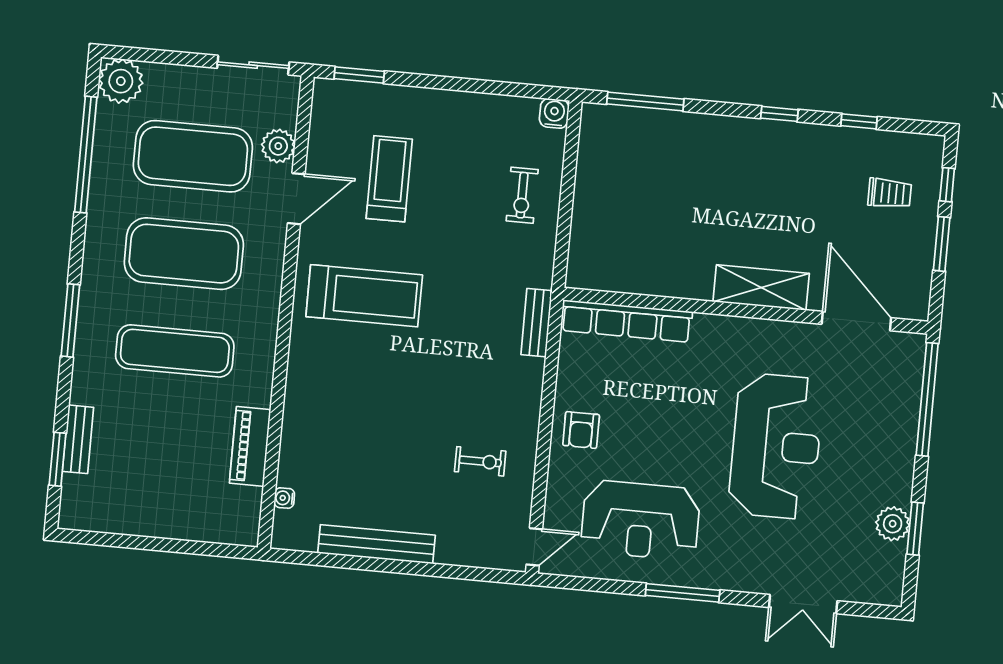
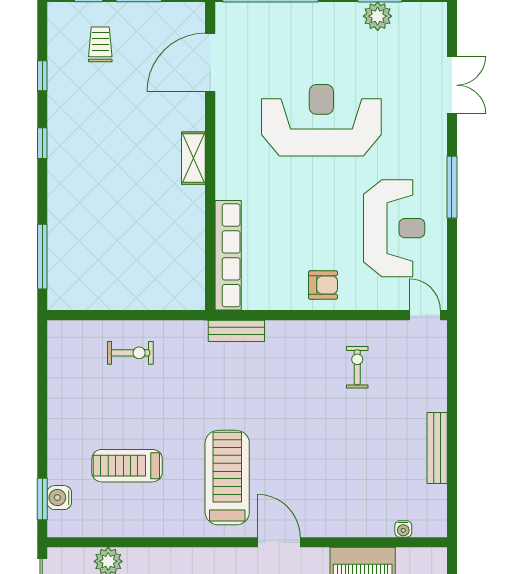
water cooler: (554, 113) -> (59, 498), moved
door: (296, 199) -> (279, 542), moved
shelving: (761, 288) -> (193, 158), width x0.67, depth x0.75
bench: (377, 544) -> (437, 448), width x0.73, depth x0.82

